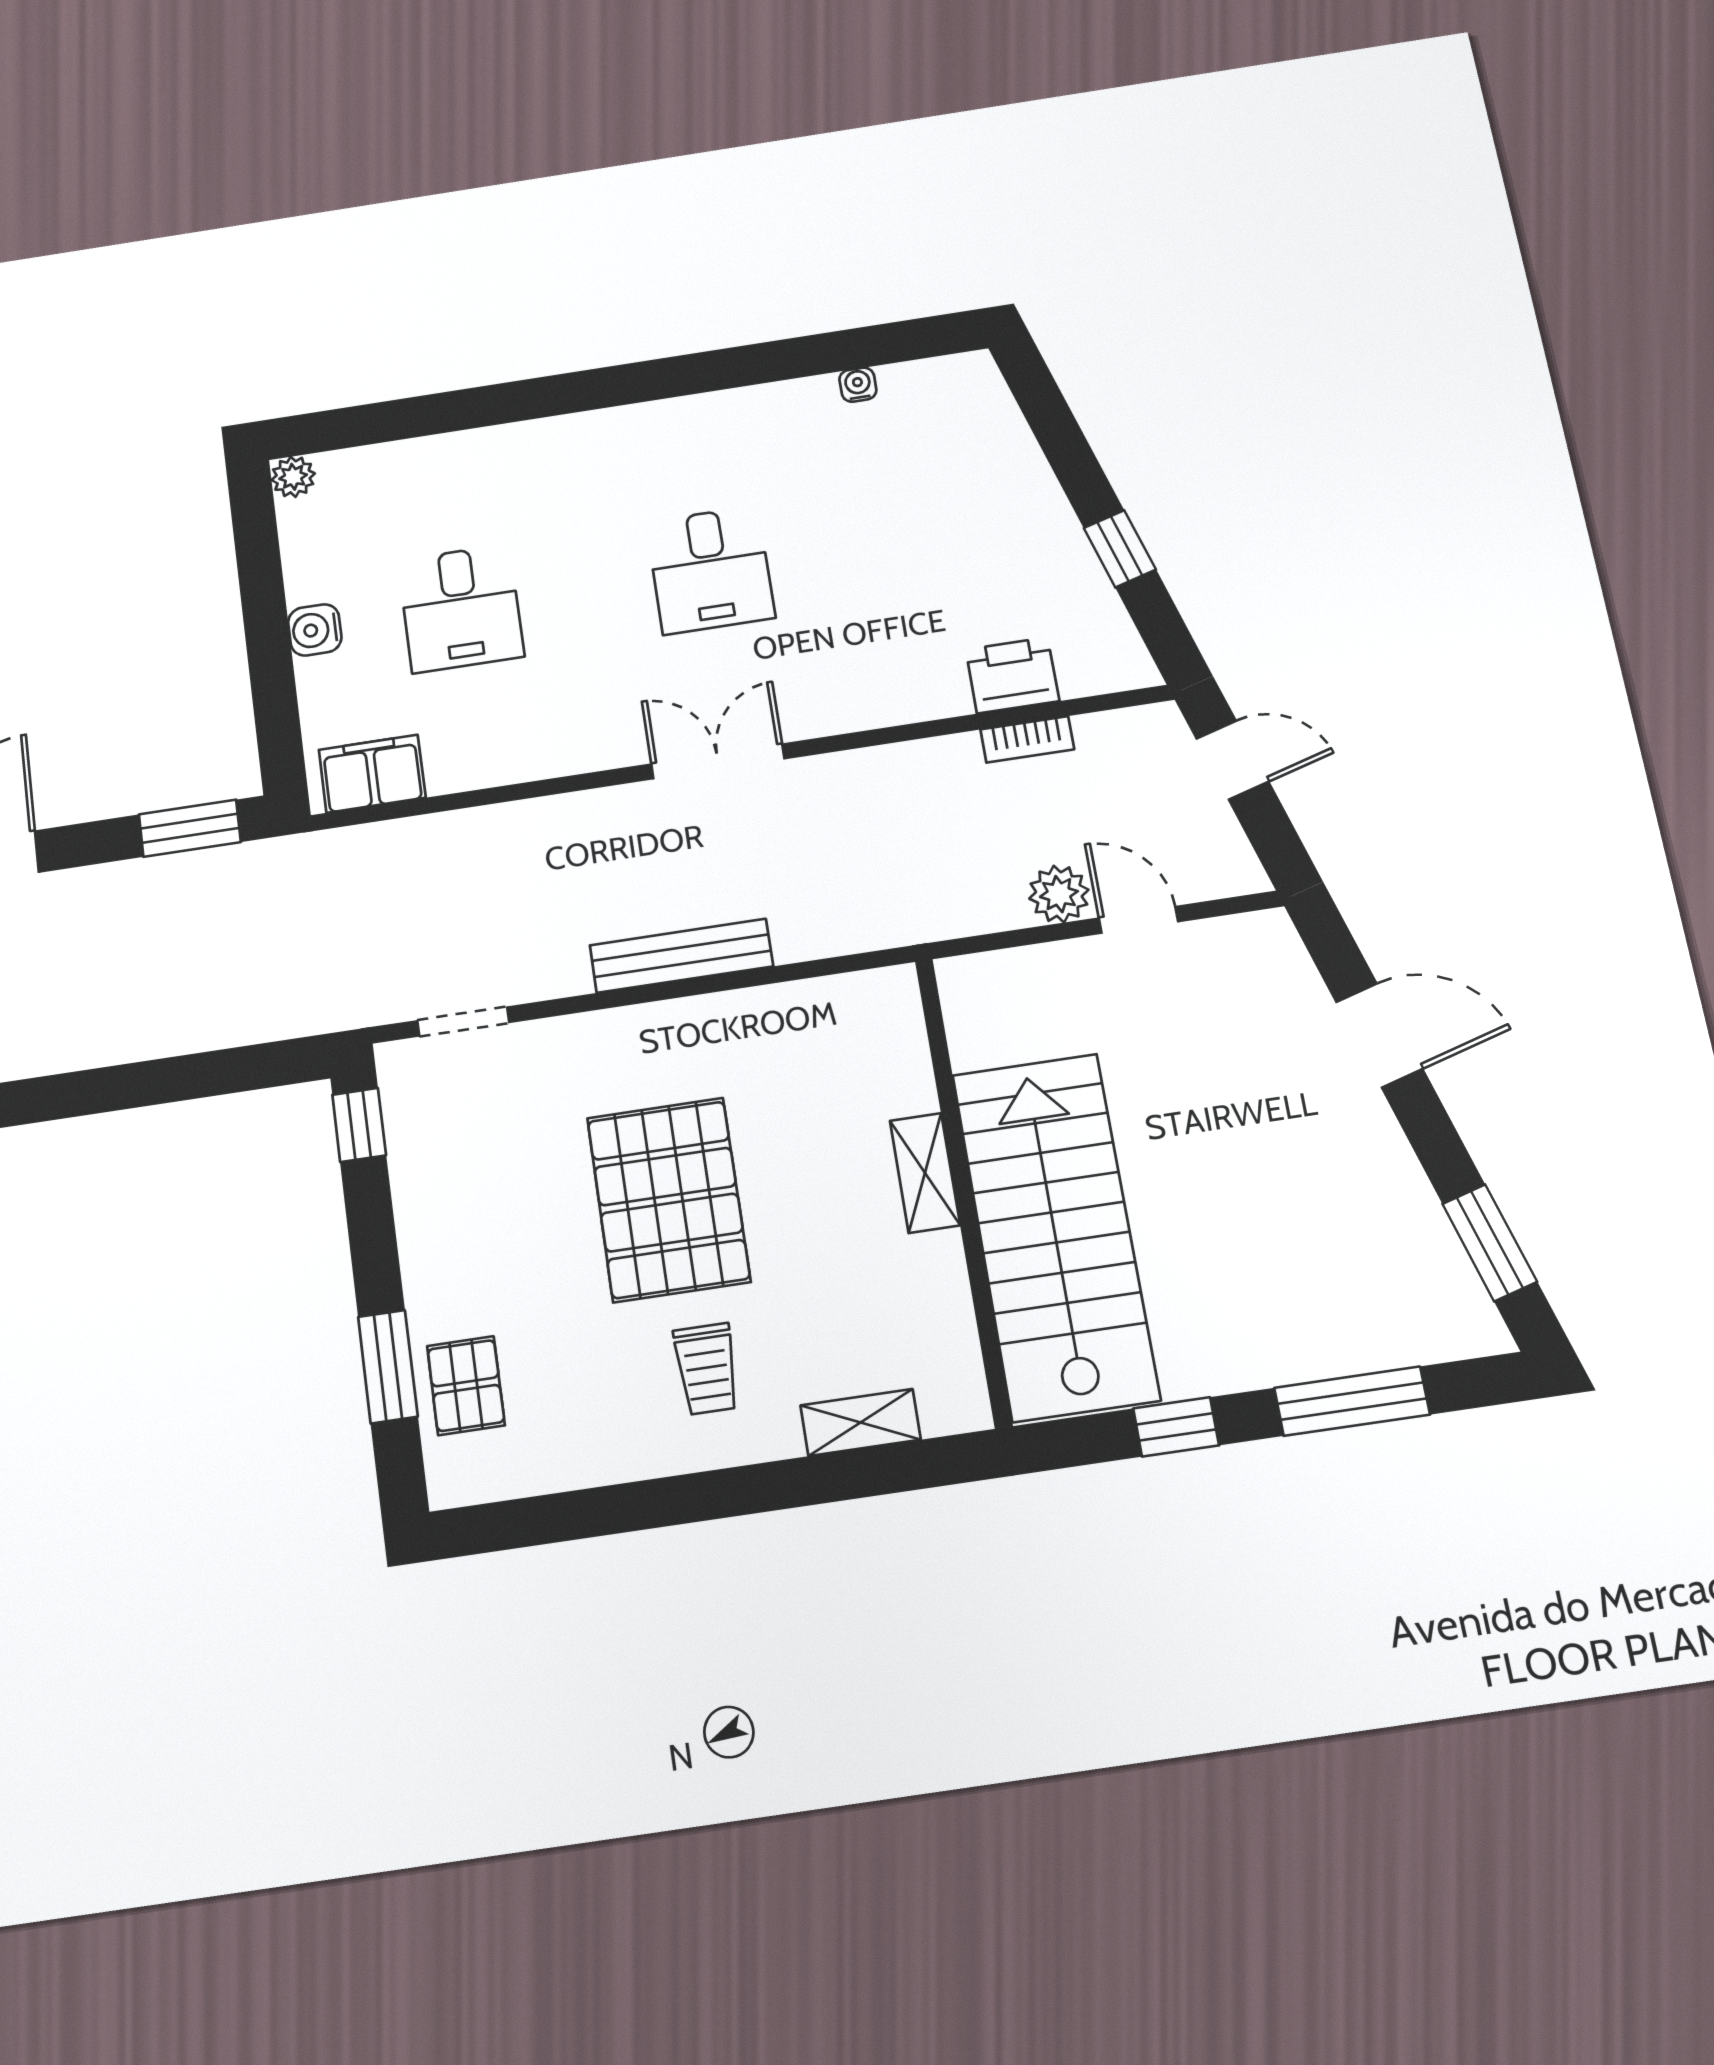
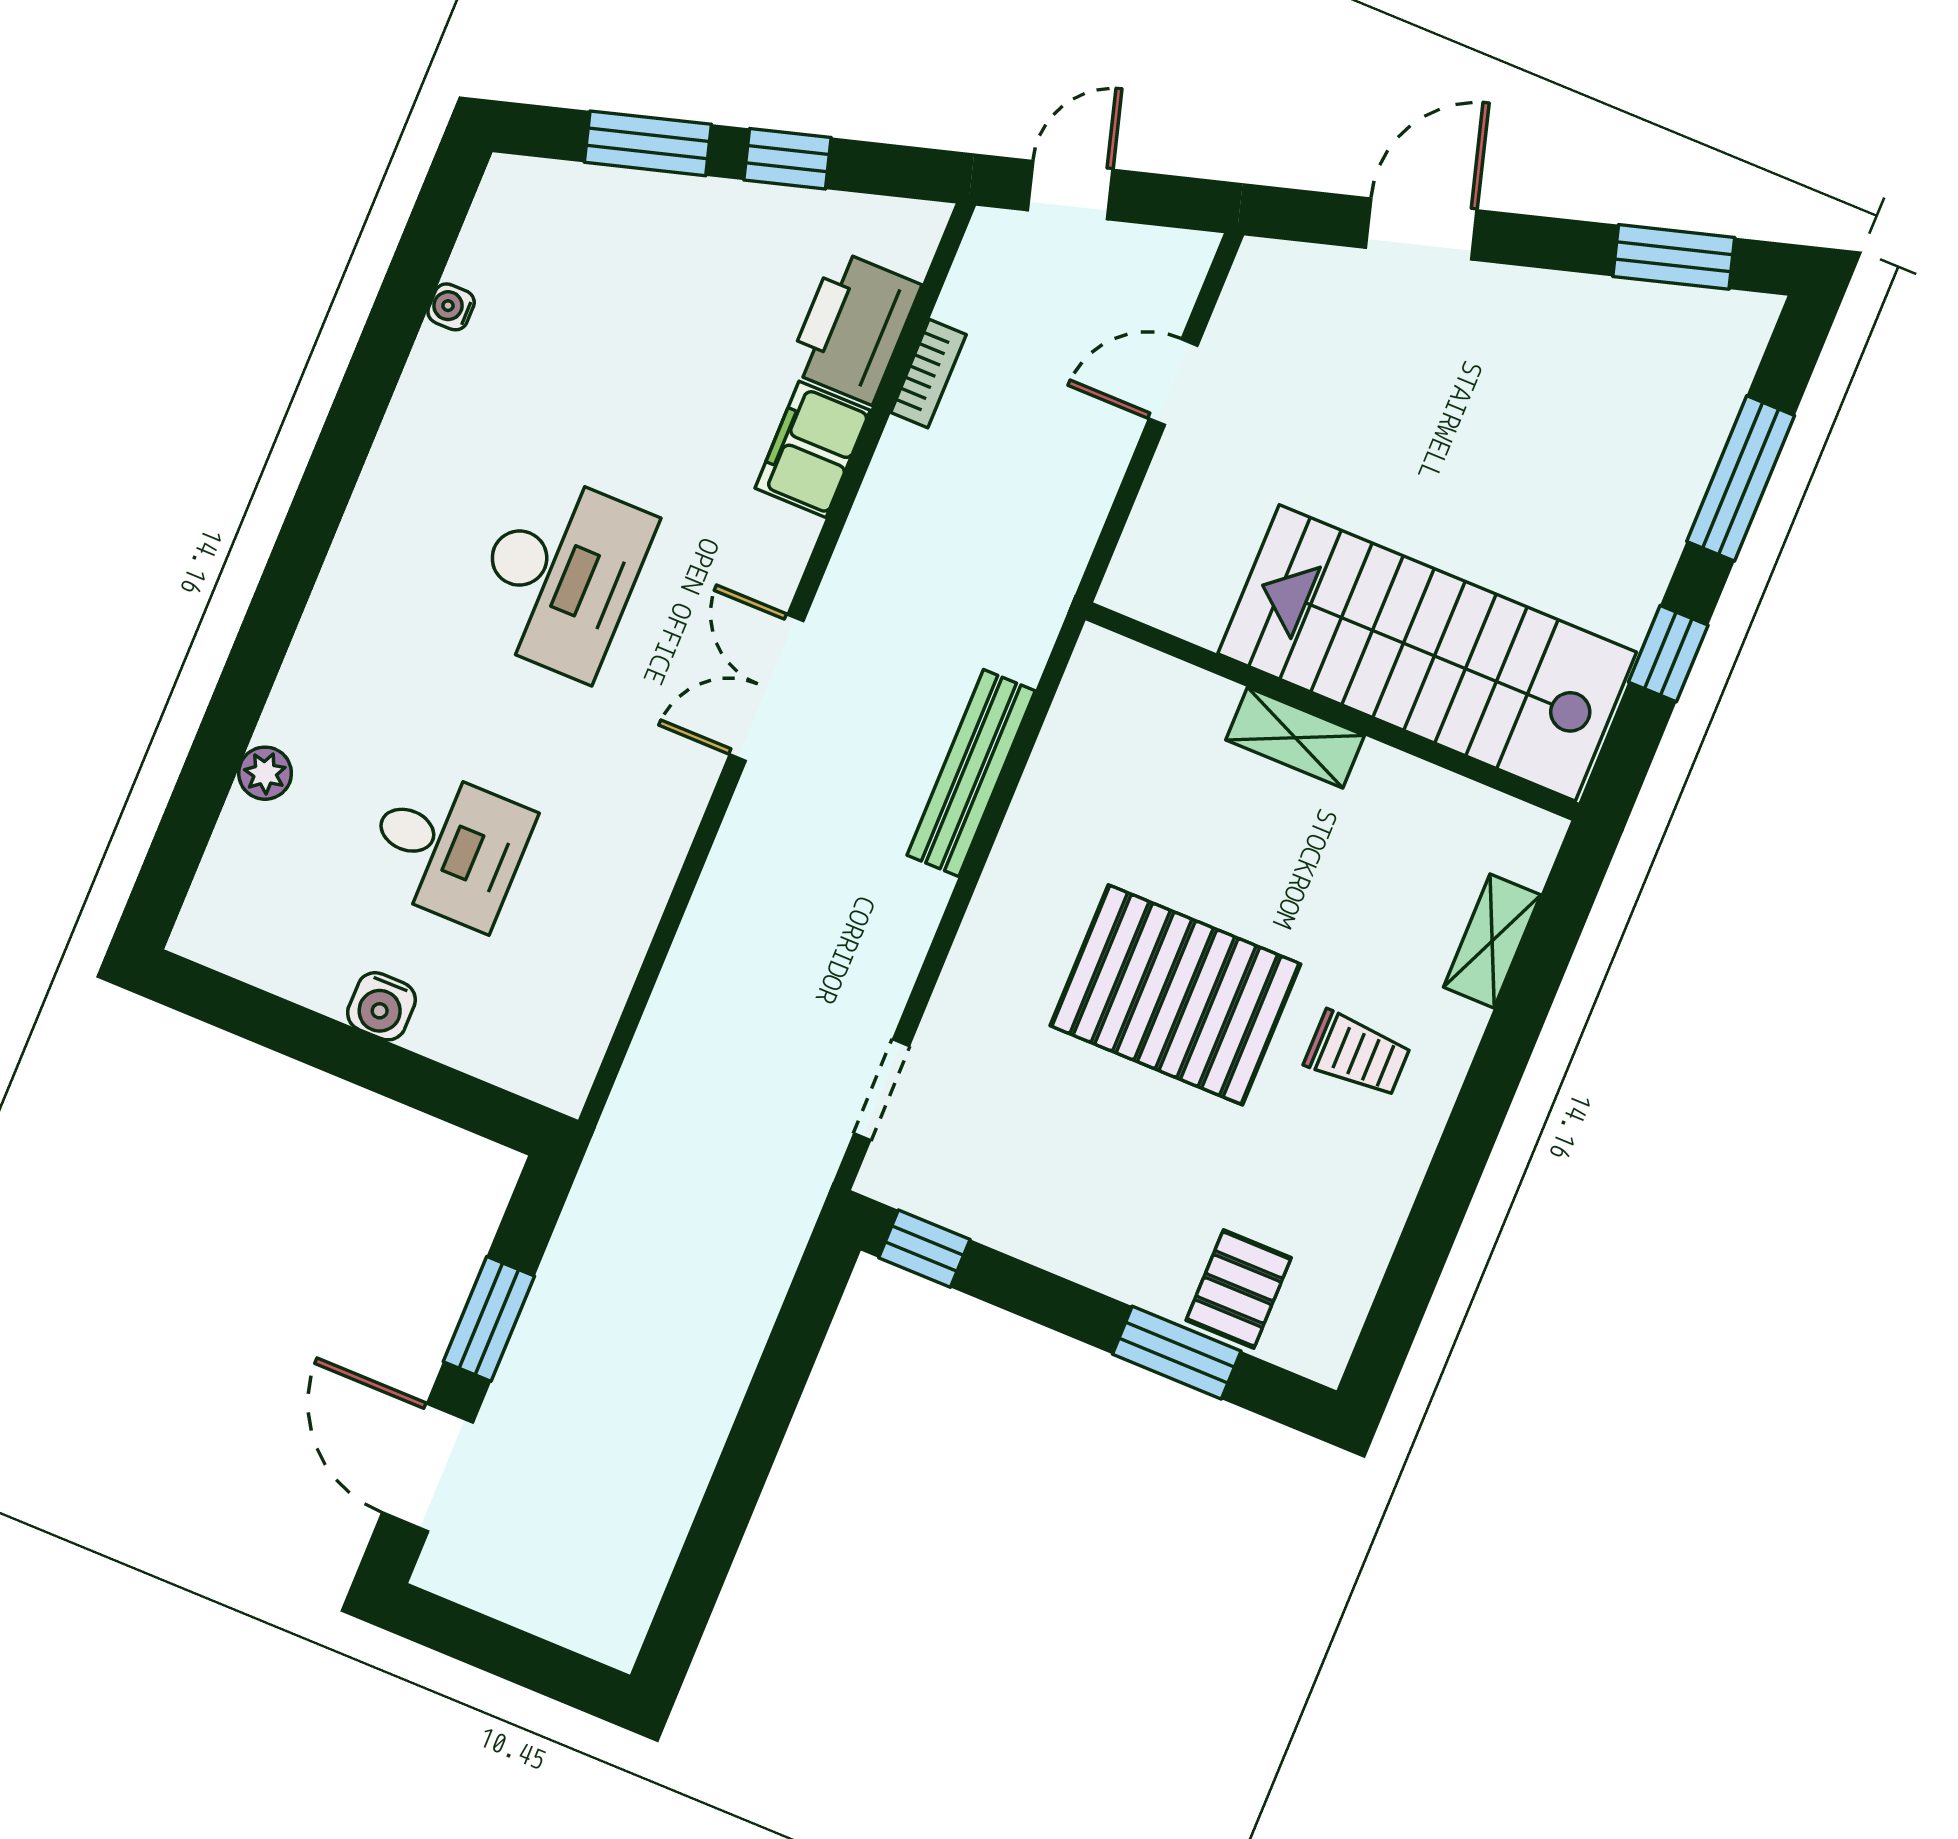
window: (1066, 448) -> (648, 143), added
plant: (293, 477) -> (265, 773), moved
desk: (710, 570) -> (560, 575), width x1.37
printer: (1012, 675) -> (854, 327), width x1.37, depth x1.19
filing cabinet: (372, 774) -> (813, 449), moved
window: (190, 828) -> (489, 1319), moved
plant: (1059, 894) -> (1102, 441), removed
bench: (681, 956) -> (971, 773), moved
pallet: (466, 1386) -> (1239, 1289), turned 90

